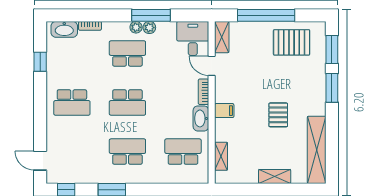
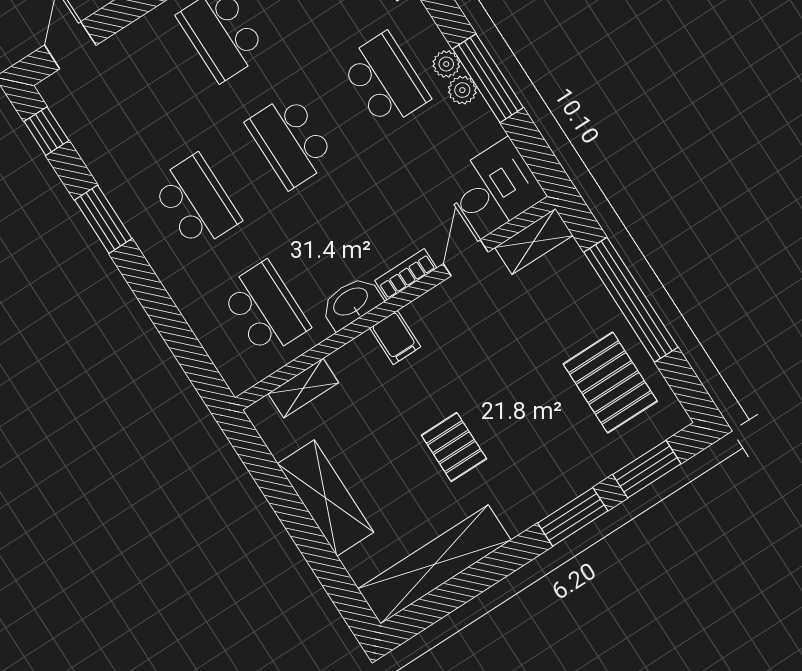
pallet: (278, 115) -> (454, 447), turned 90
shelving: (275, 176) -> (326, 498), width x1.50, depth x1.33

